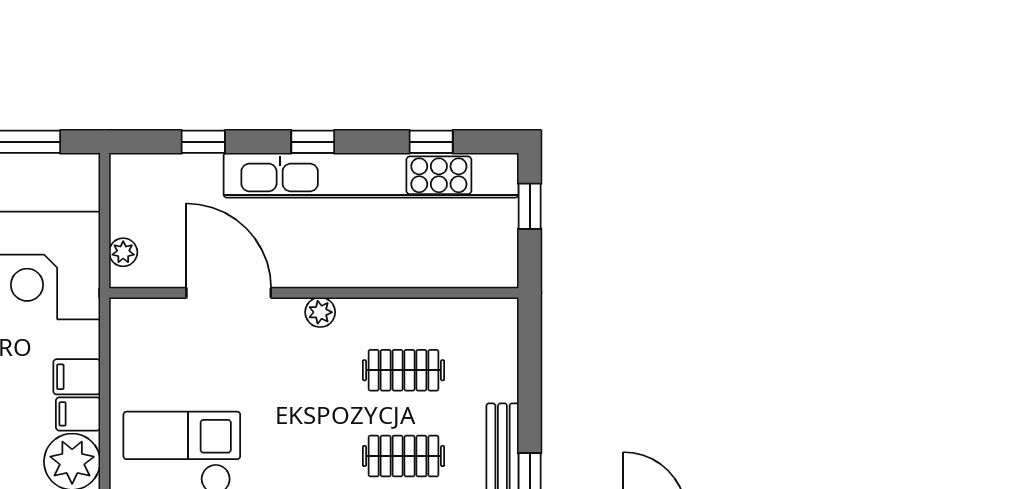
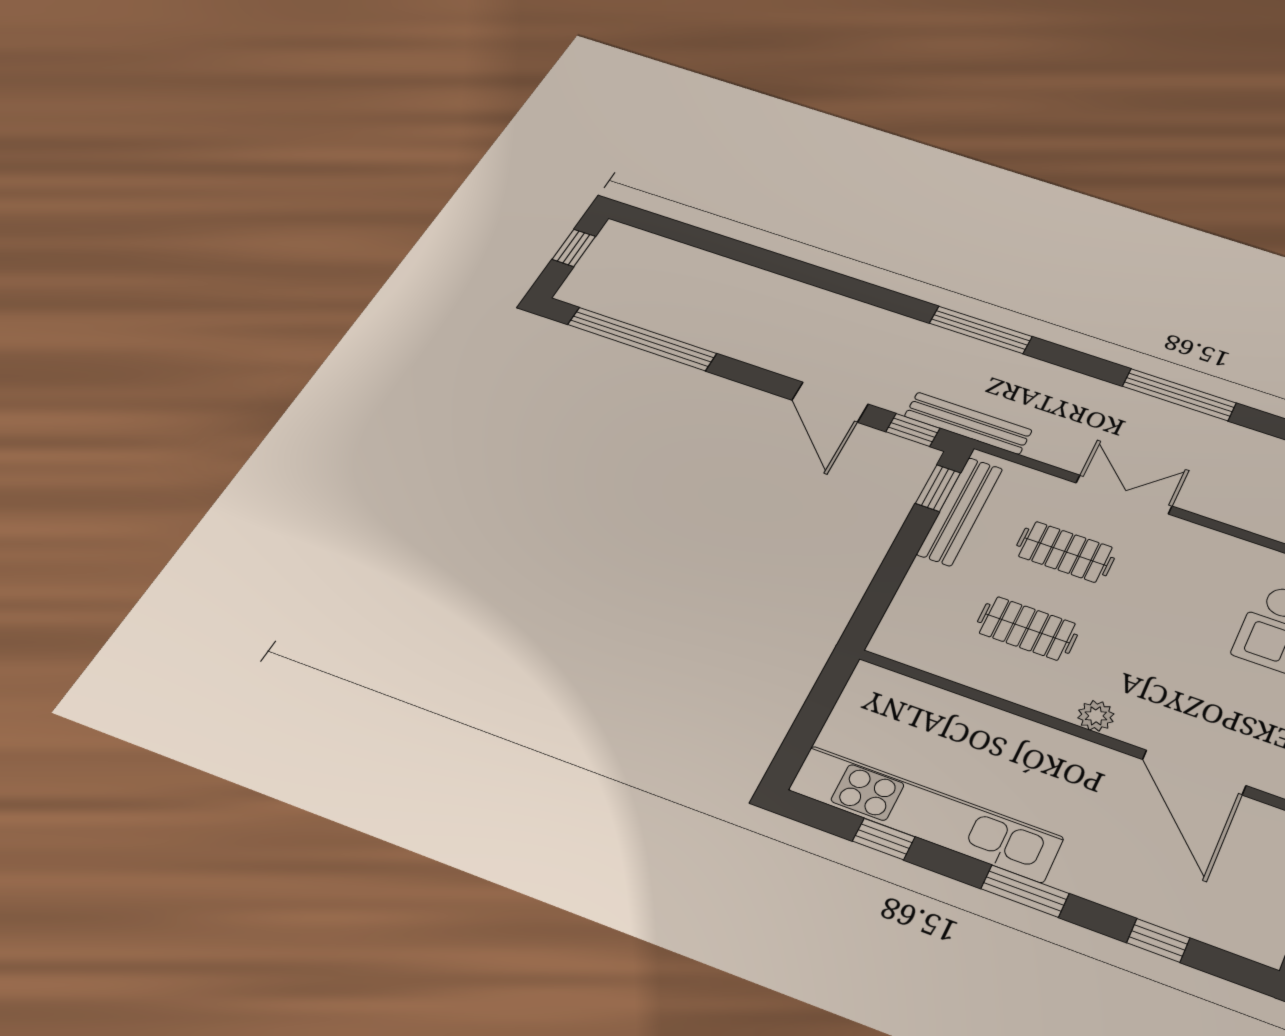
window: (313, 142) -> (1025, 891), width x1.50
kitchen unit: (371, 175) -> (926, 814), width x0.73
window: (530, 206) -> (804, 733), removed

